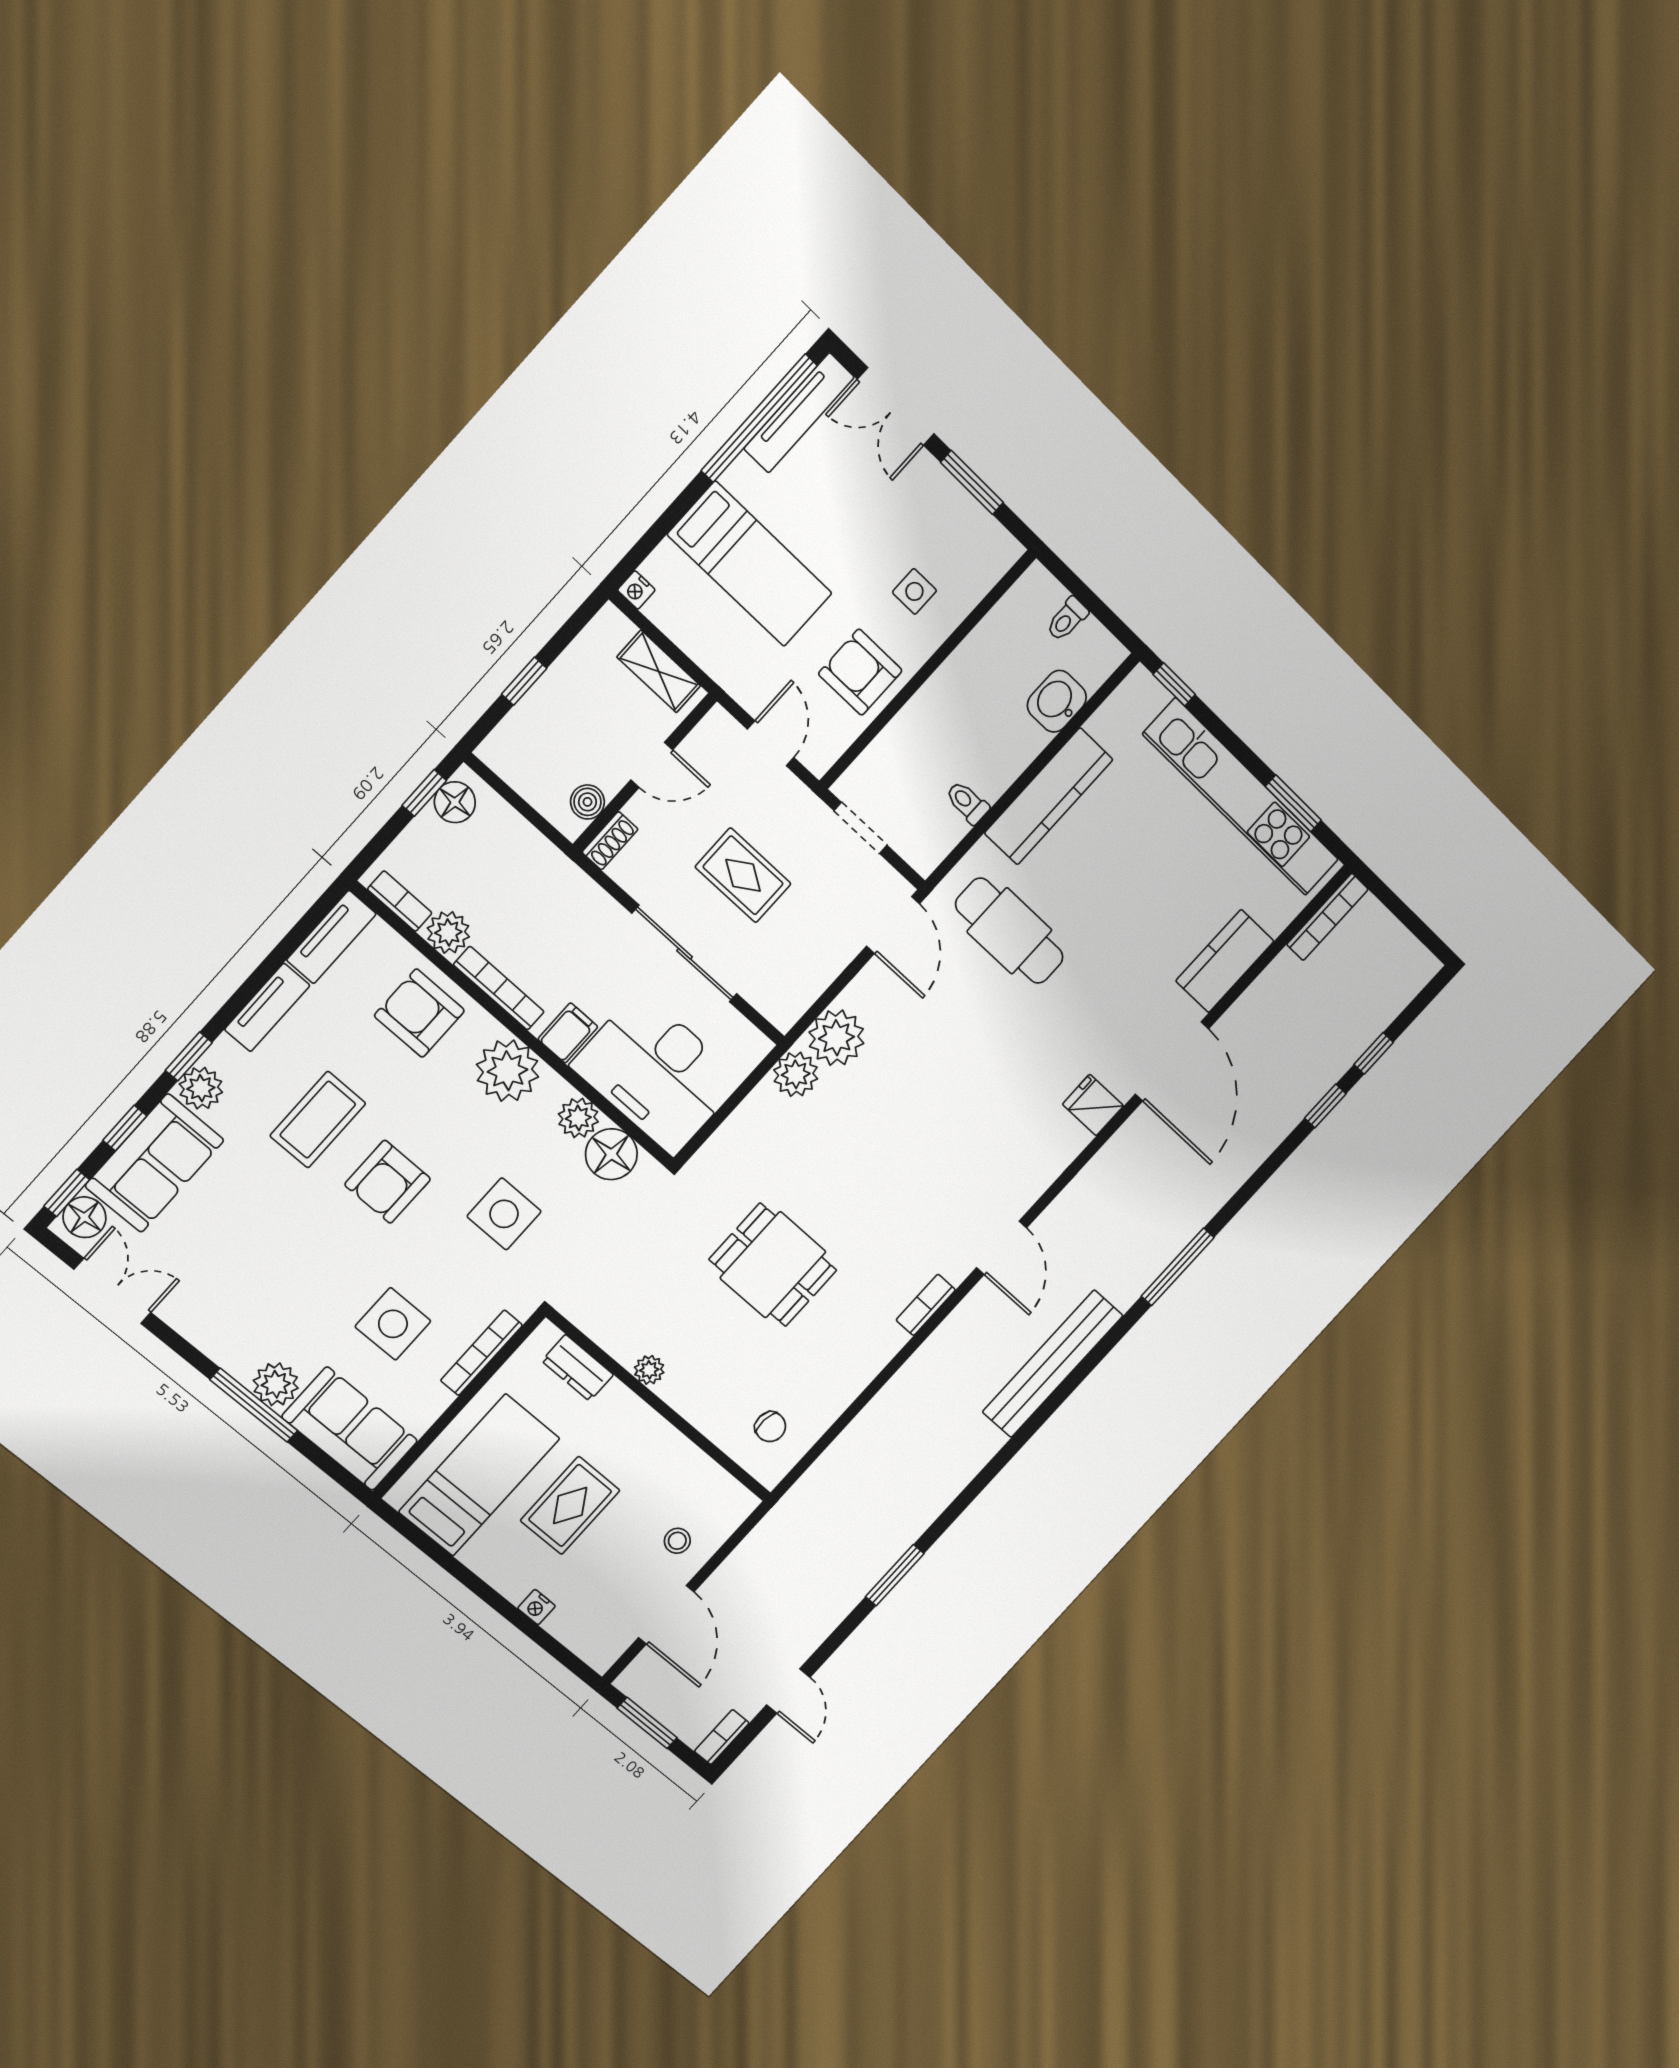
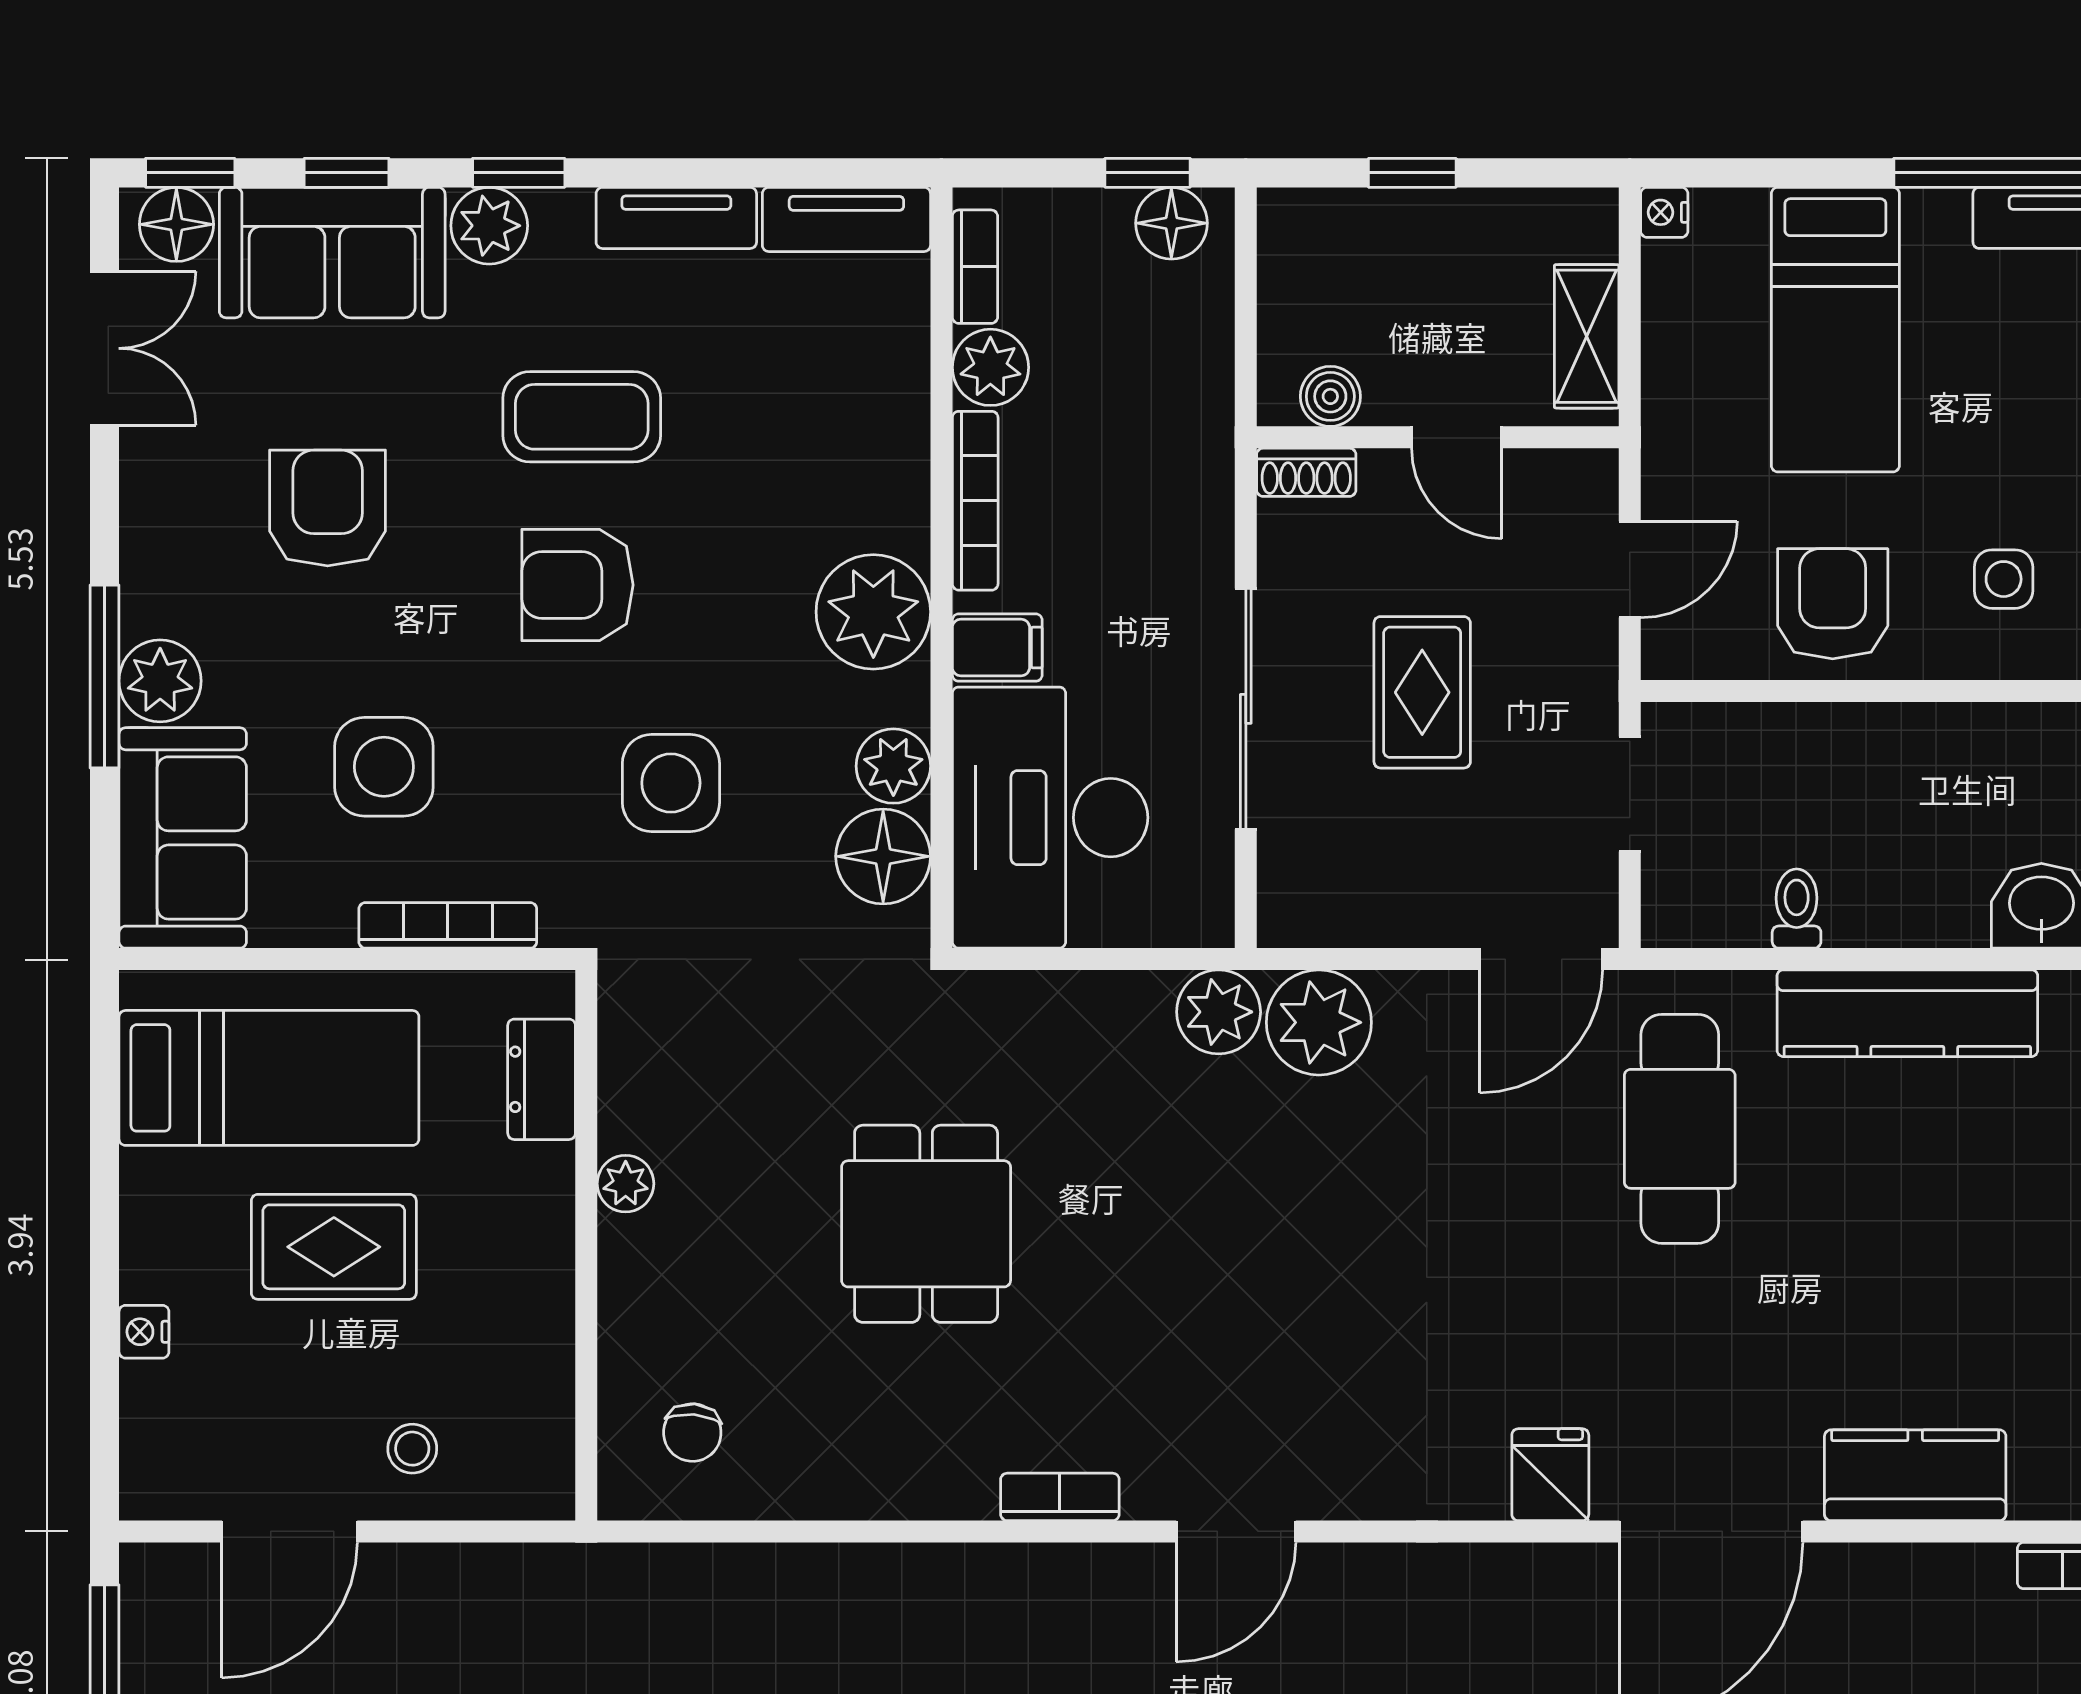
armchair: (419, 1013) -> (328, 508), moved

